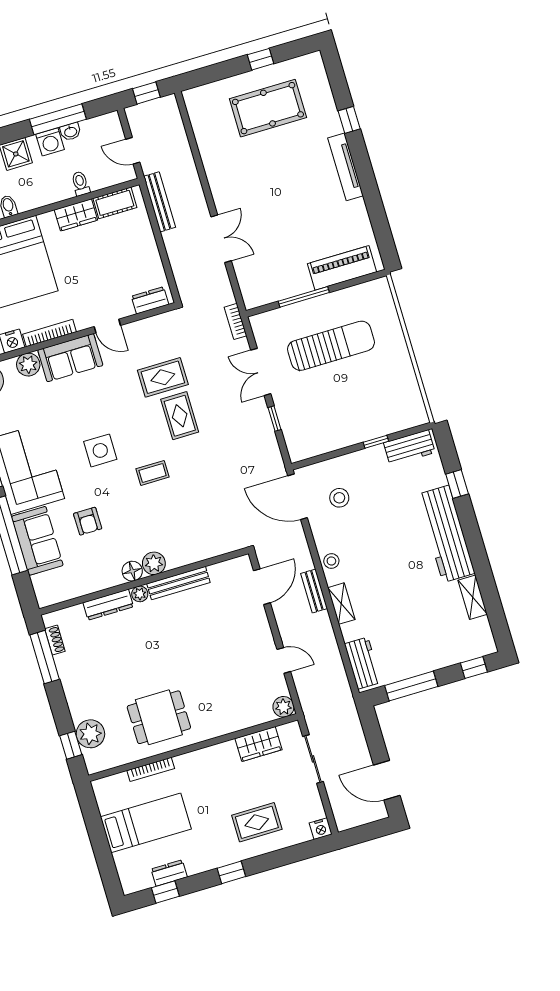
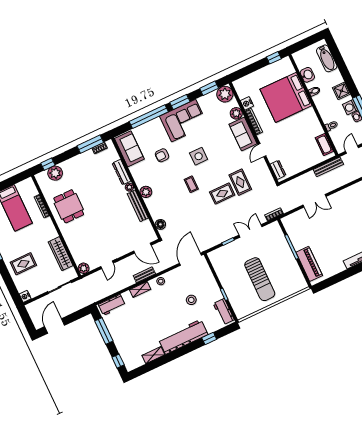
wardrobe: (76, 215) -> (315, 126), removed
sun lounger: (331, 346) -> (260, 279), moved
stool: (339, 498) -> (191, 300), moved
sofa: (37, 541) -> (129, 149), moved, turned -90
floor lamp: (132, 571) -> (160, 224), moved
wardrobe: (258, 744) -> (61, 254), width x1.50
rug: (257, 822) -> (23, 264), turned 90

